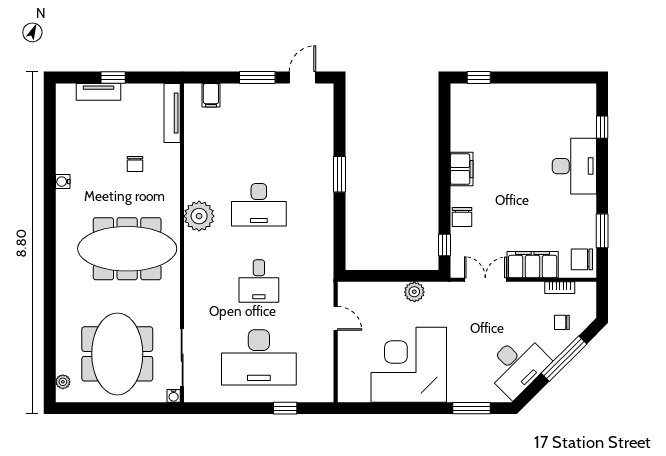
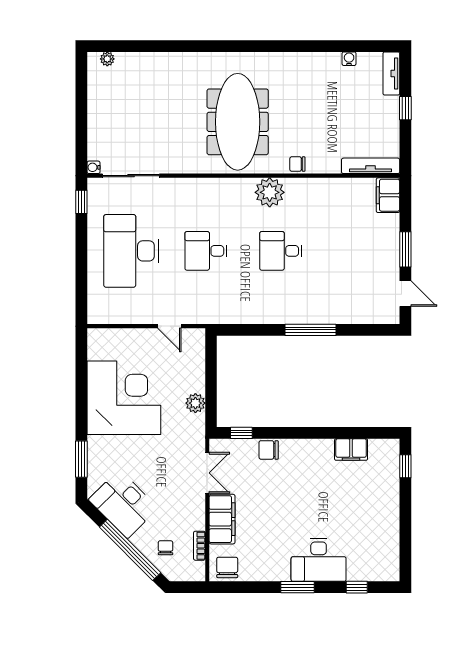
tv unit: (99, 92) -> (391, 73), moved
filing cabinet: (211, 95) -> (388, 195), width x2.00
chair: (135, 164) -> (297, 164), moved
filing cabinet: (462, 169) -> (351, 450), moved
window: (340, 174) -> (311, 330), width x1.44
water cooler: (63, 182) -> (349, 59), moved
desk: (259, 205) -> (281, 251), width x0.73
window: (602, 231) -> (298, 587), moved
door: (336, 318) -> (169, 326), hinge flipped
meeting table: (117, 354) -> (135, 112), removed
window: (564, 359) -> (130, 550), width x1.46
window: (285, 408) -> (81, 202), moved

